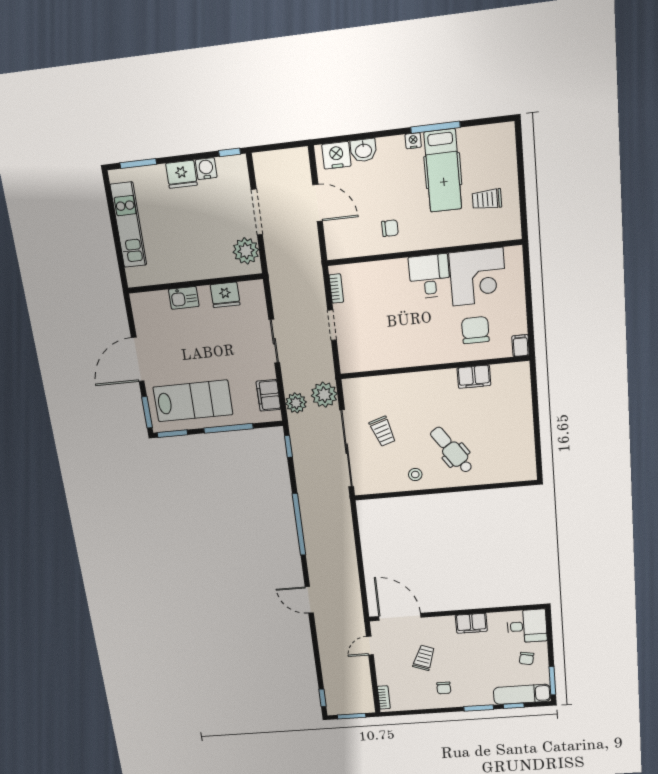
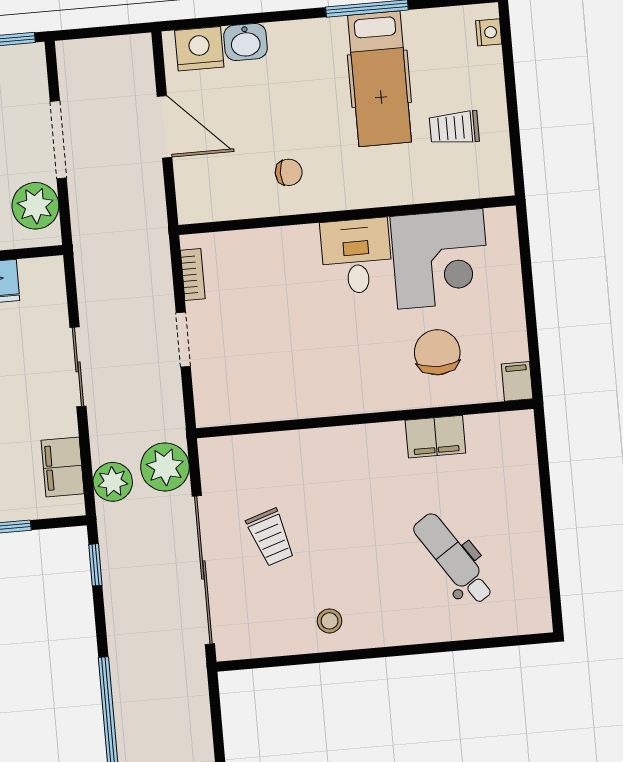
nightstand: (413, 141) -> (489, 32), moved, turned 90
dental chair: (452, 450) -> (453, 559), moved

